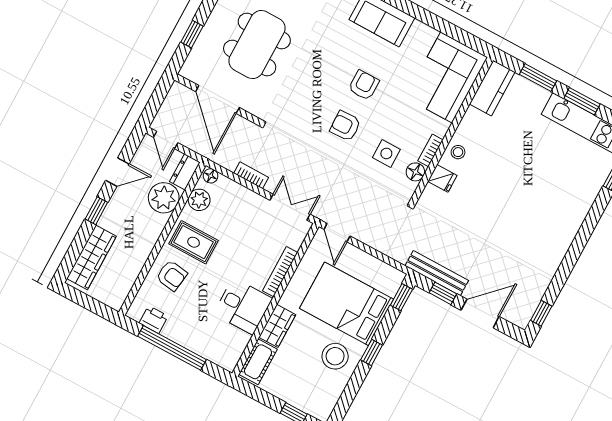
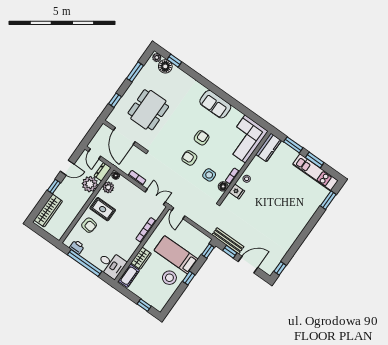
bed: (346, 304) -> (176, 255), width x0.67
desk: (243, 306) -> (111, 264), moved

